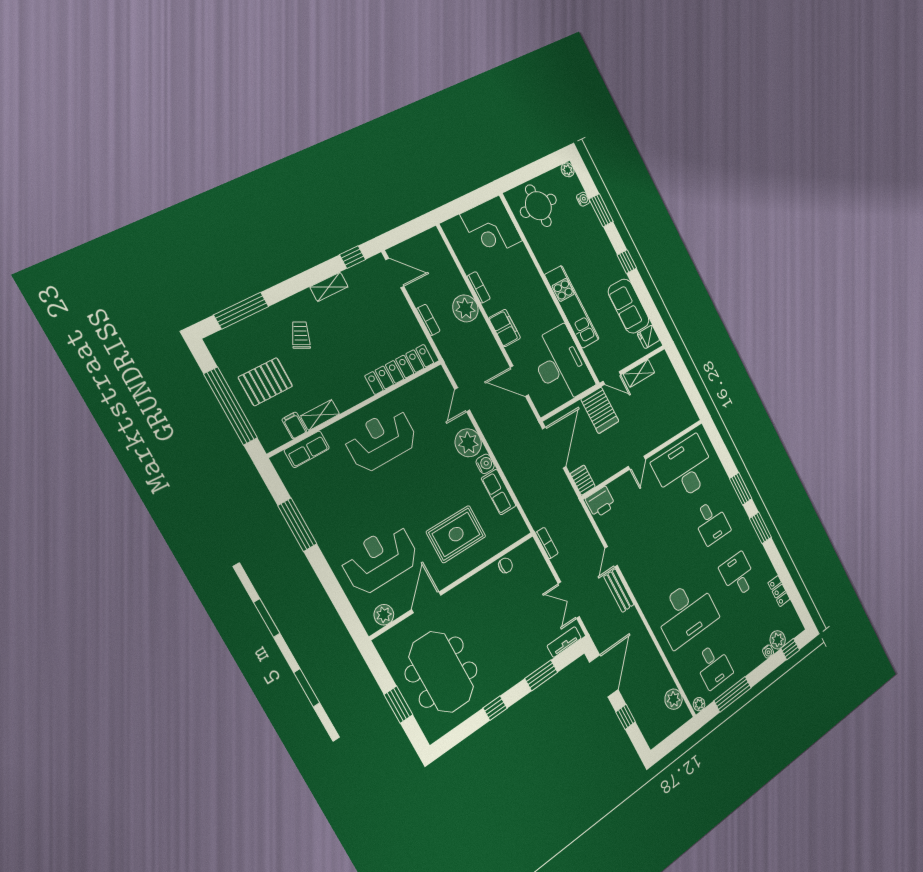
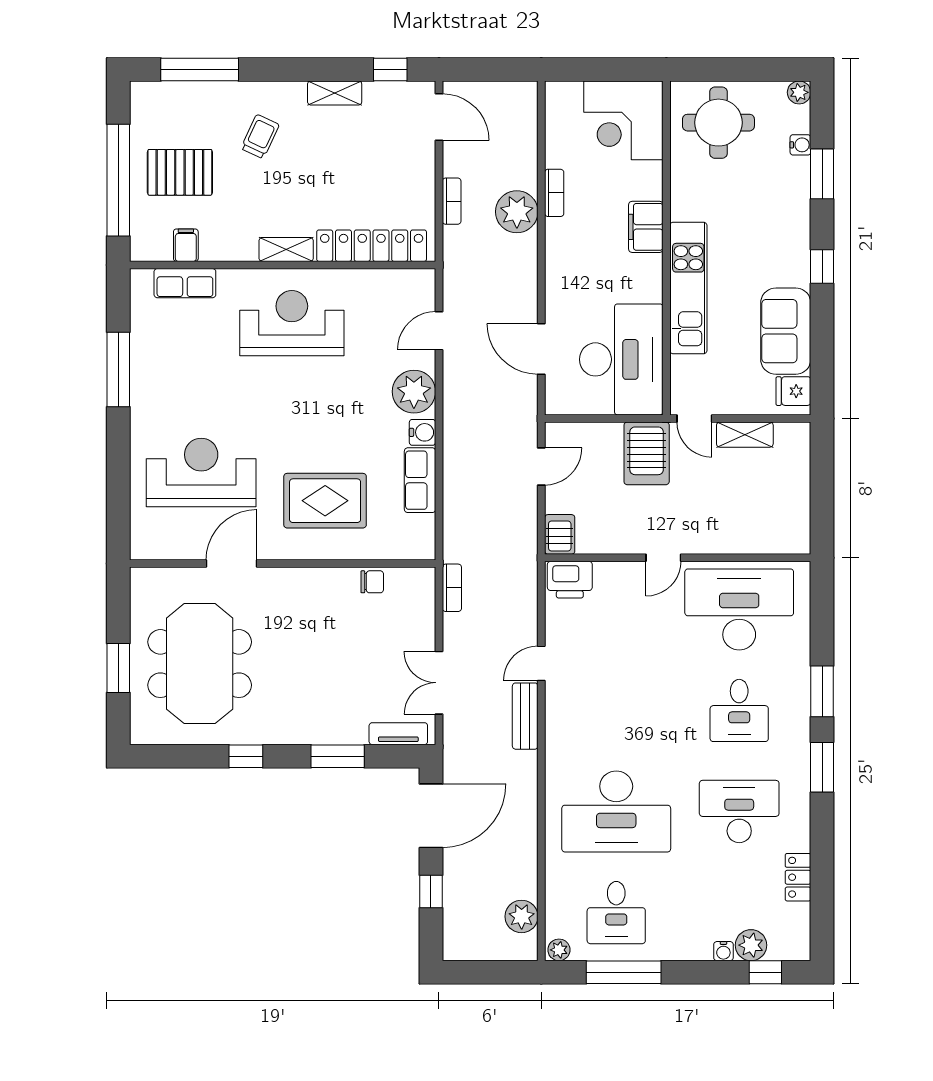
filing cabinet: (505, 328) -> (646, 227), moved, turned 180
shelving: (320, 415) -> (286, 249), moved
door: (554, 448) -> (541, 466), width x0.53
desk: (738, 575) -> (739, 812), width x1.37
plant: (384, 615) -> (165, 545), removed

